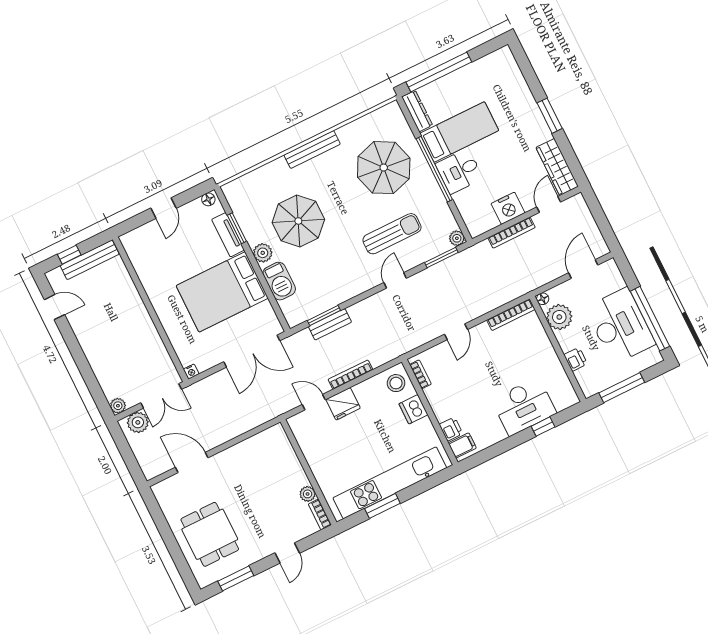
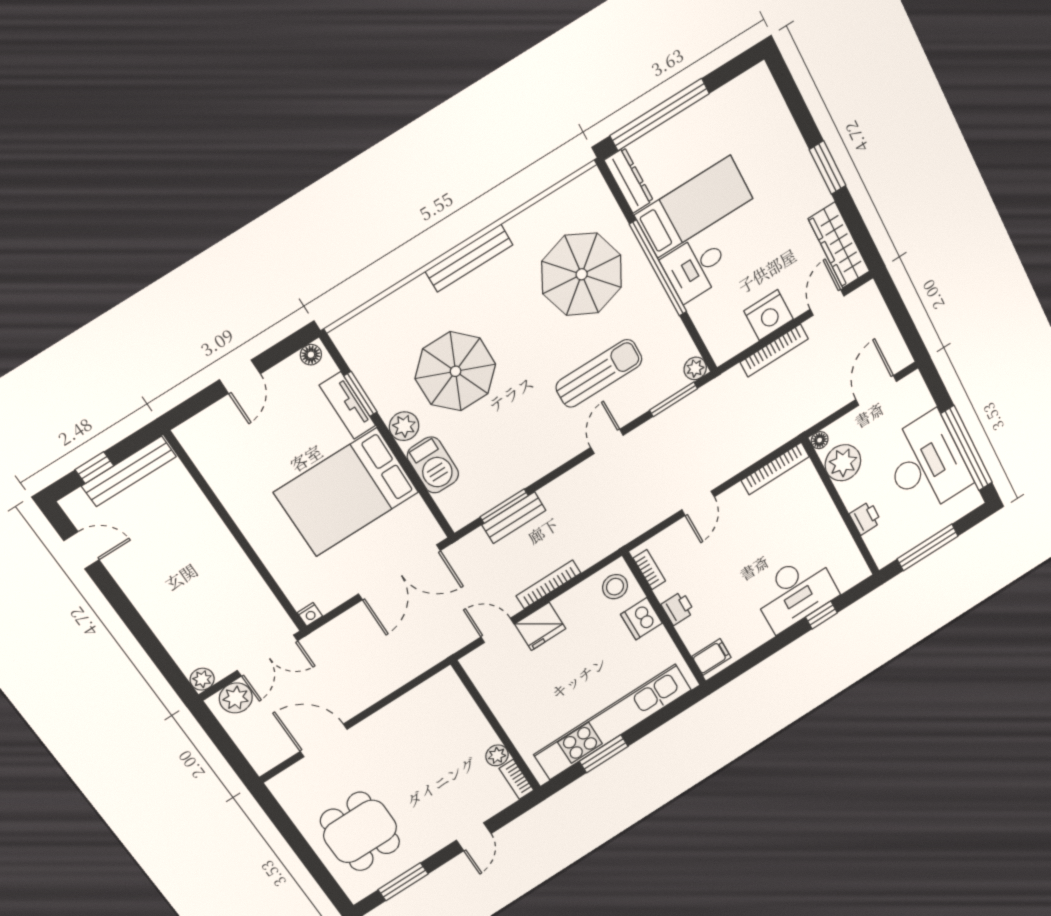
printer: (451, 429) -> (678, 608), moved

